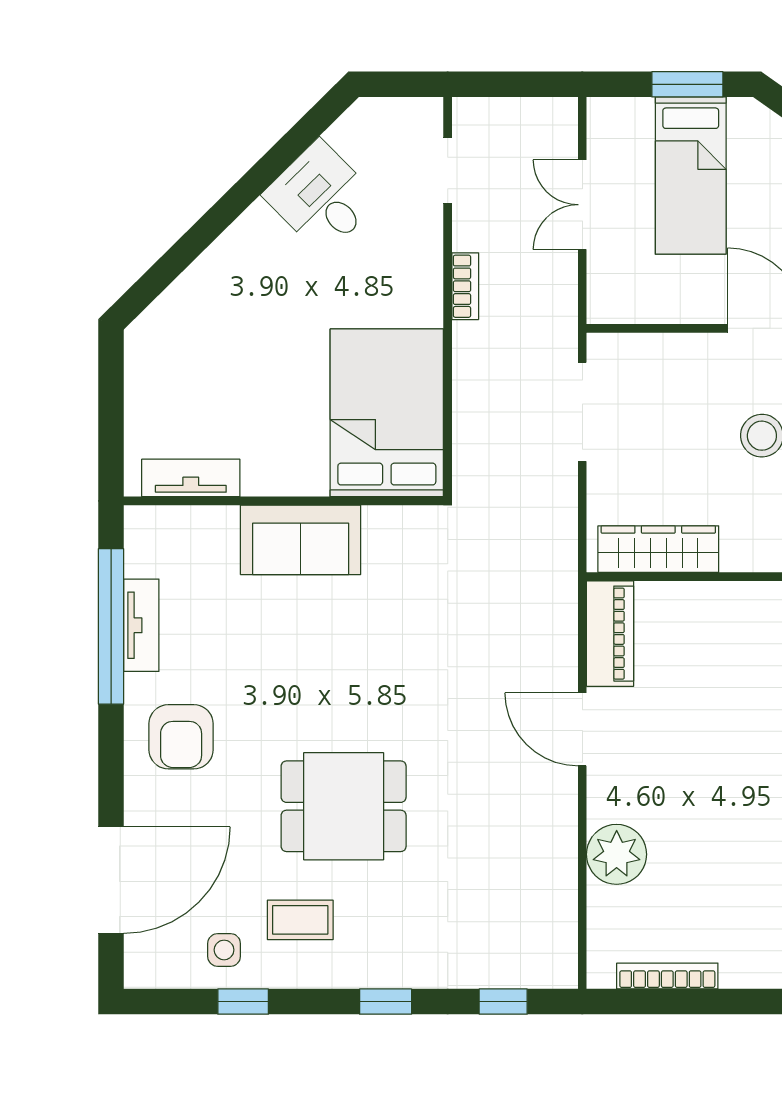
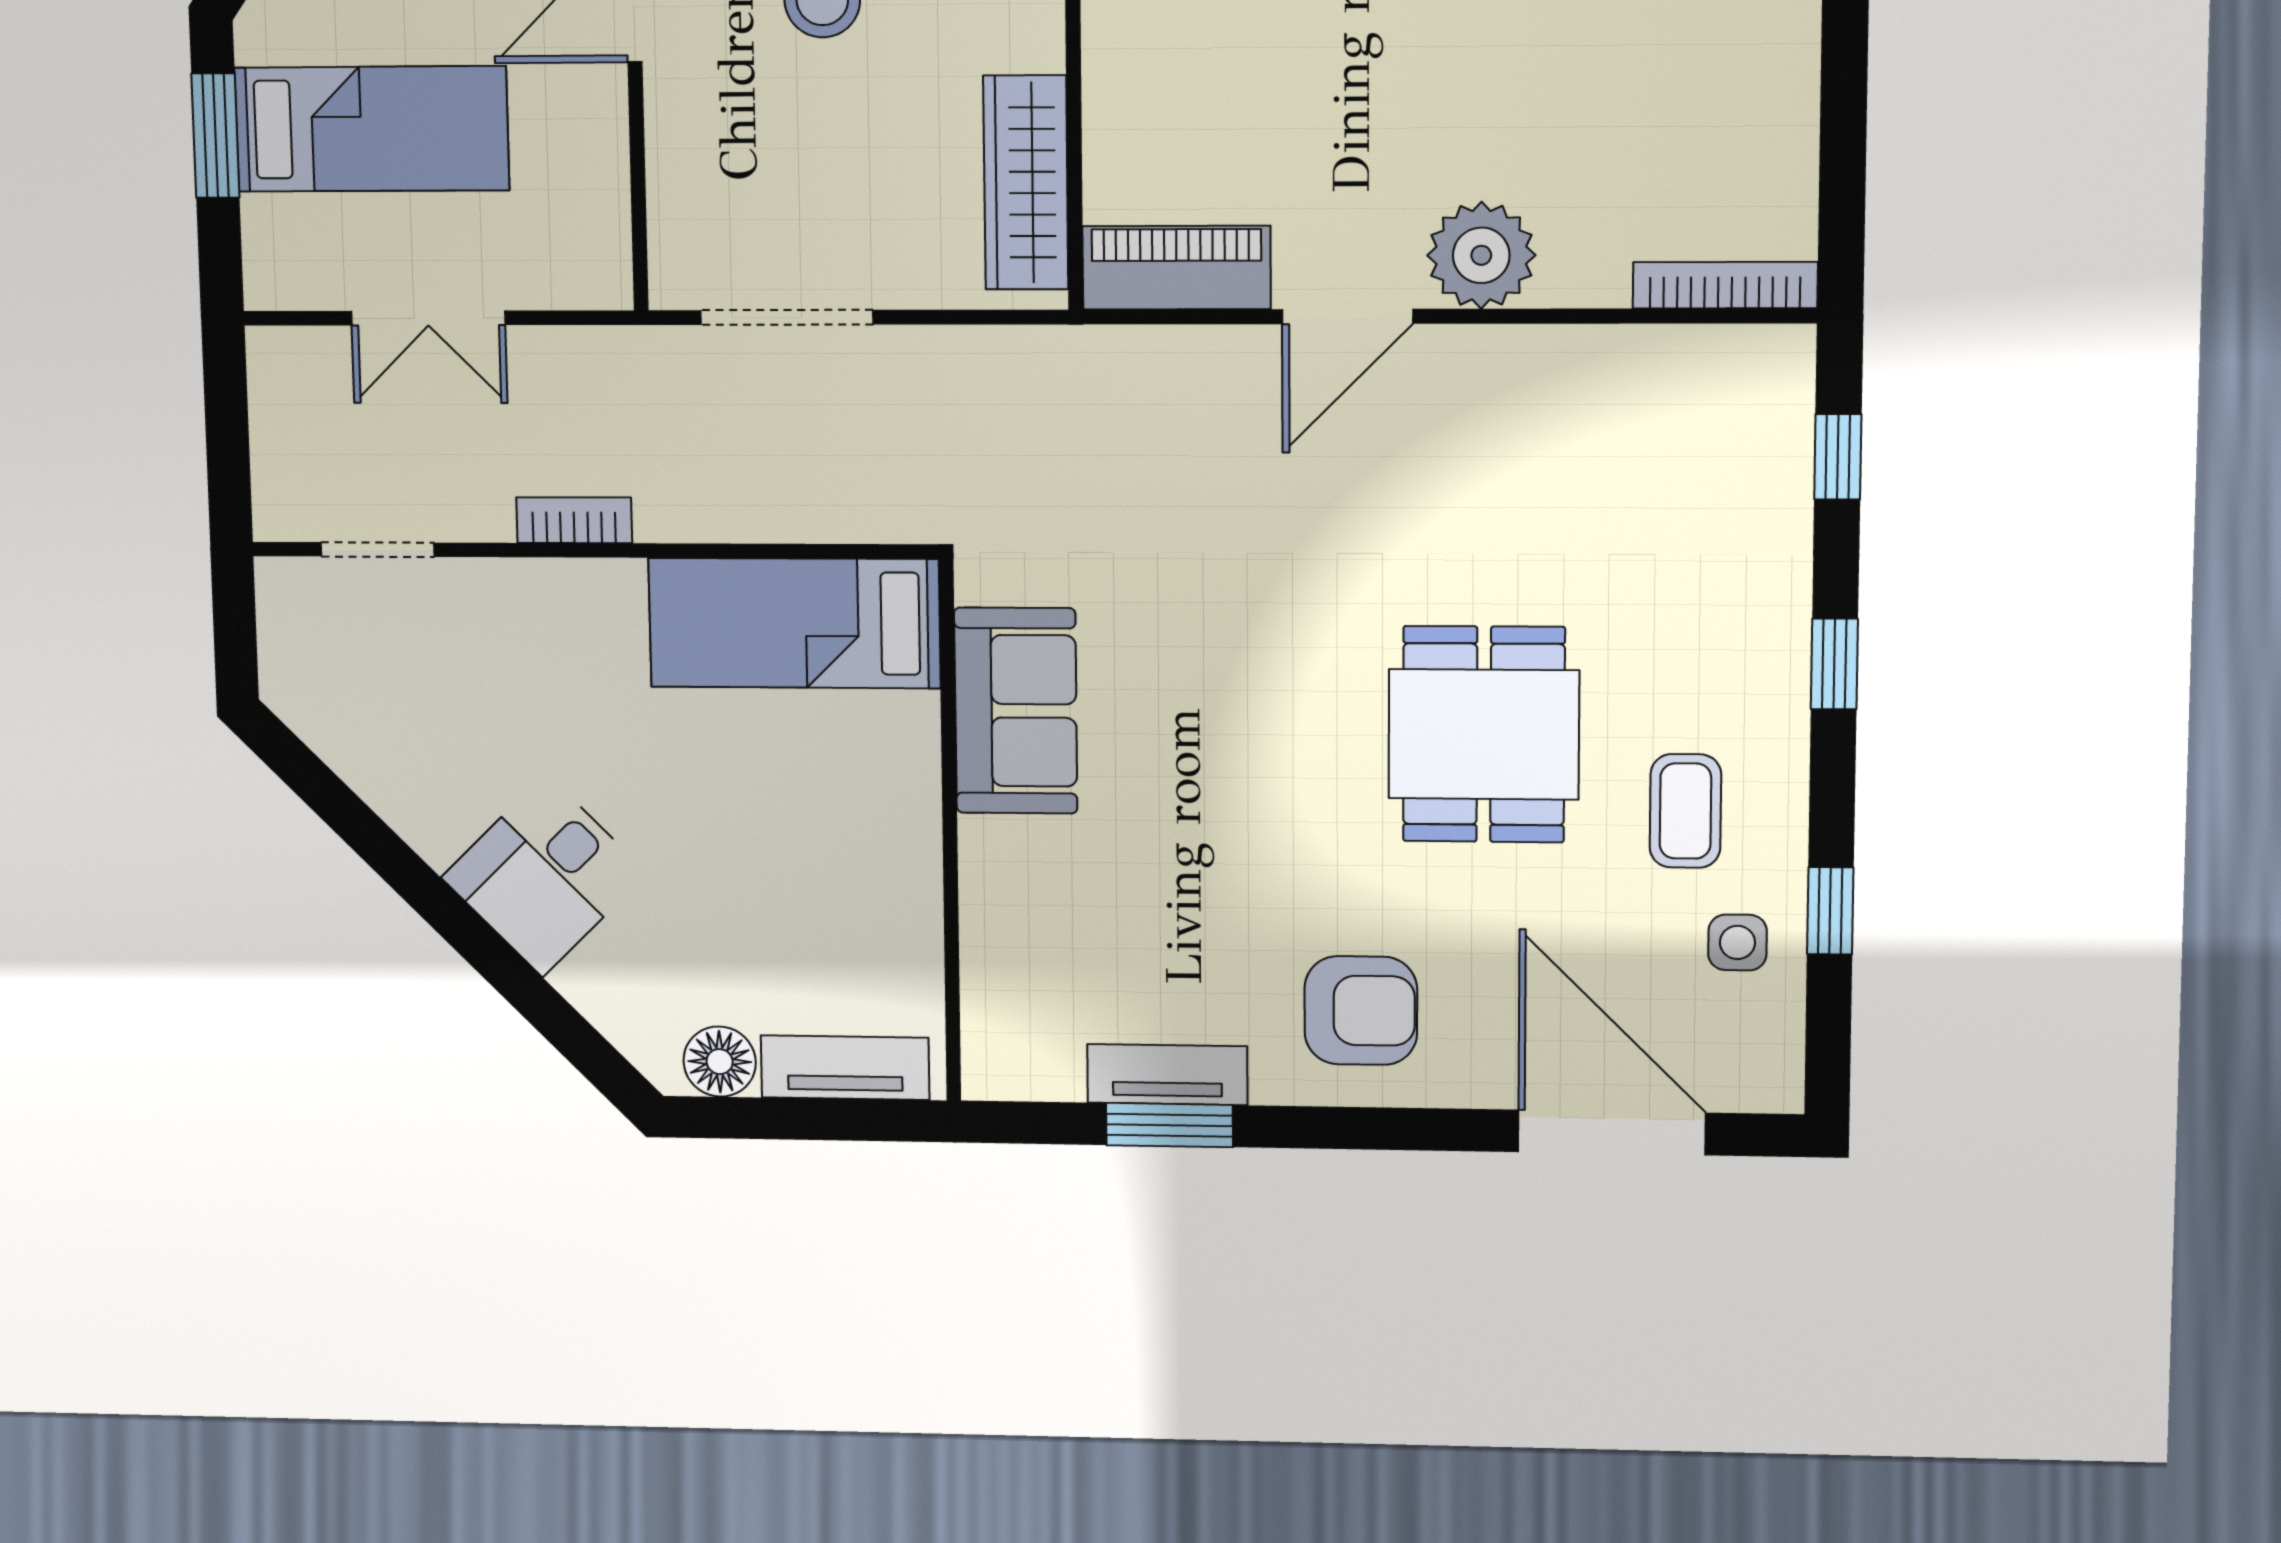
desk: (321, 197) -> (544, 875), moved
floor lamp: (145, 364) -> (720, 1062), added
bed: (387, 413) -> (794, 623), width x0.67
tv unit: (191, 478) -> (845, 1068), moved, turned 90
sofa: (301, 540) -> (1016, 711), moved
window: (111, 626) -> (1170, 1125), width x0.47
plant: (617, 854) -> (1481, 255), moved
bookcase: (667, 976) -> (1725, 285), moved, turned 90

